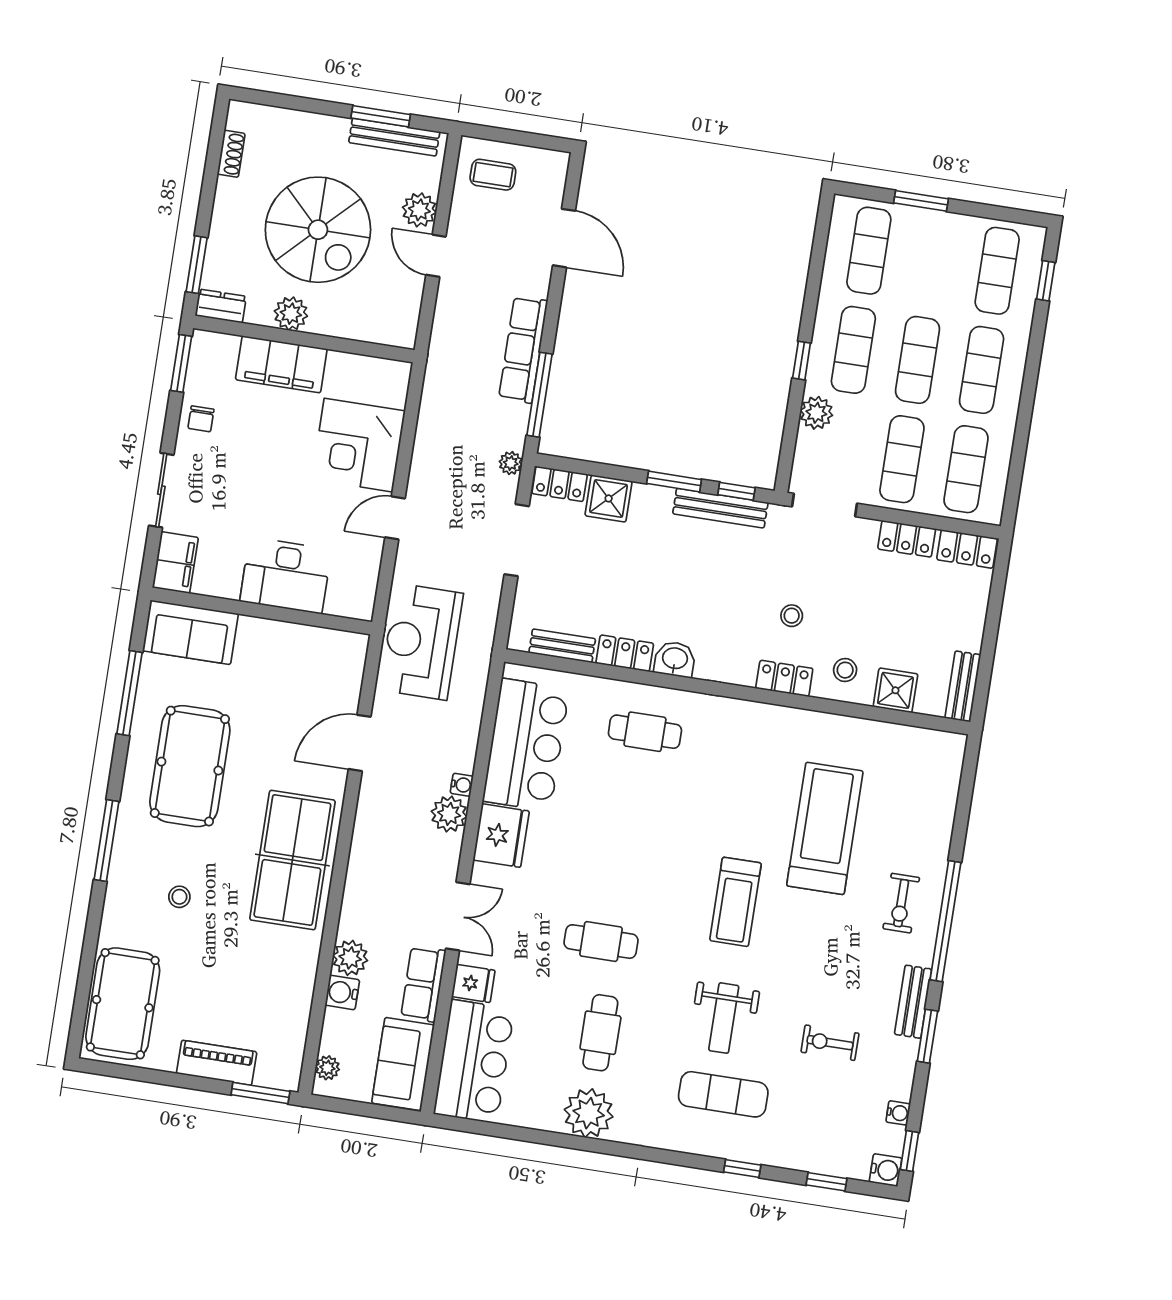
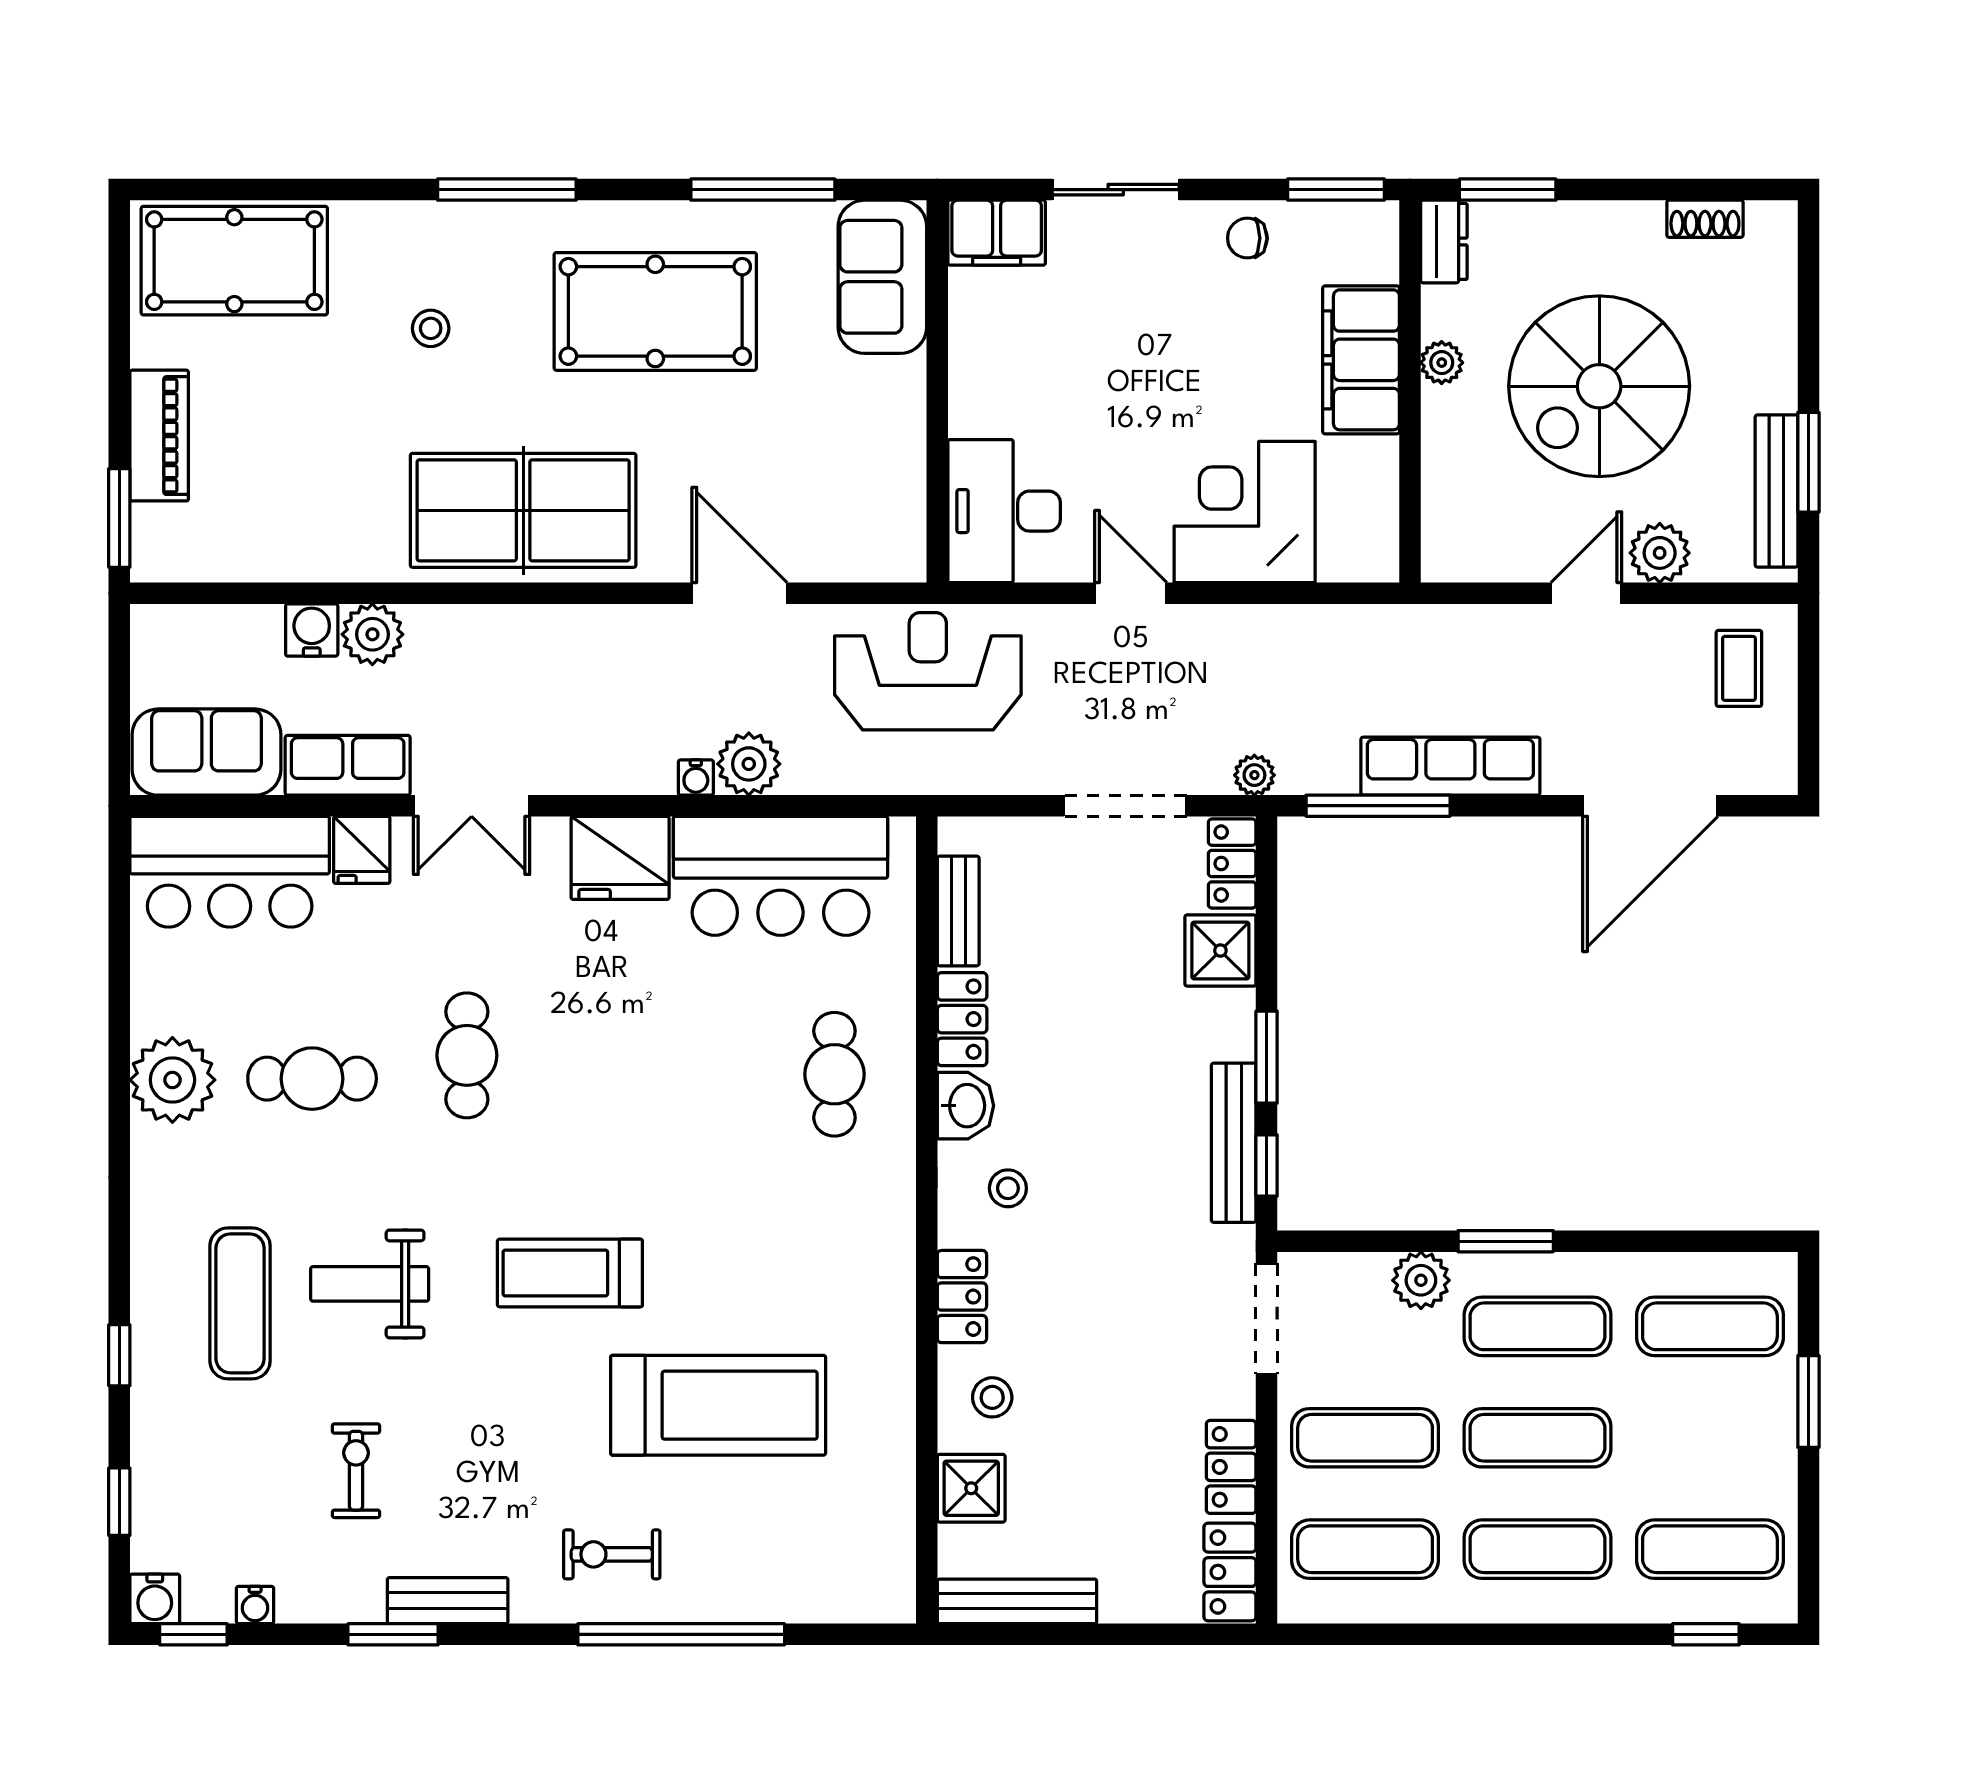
door: (564, 238) -> (1650, 806), width x1.36
plant: (291, 314) -> (1442, 363), width x0.73, depth x0.73
window: (802, 361) -> (1506, 1241), width x1.50
desk: (286, 575) -> (1004, 511), moved
stool: (792, 616) -> (1008, 1188), moved
bench: (963, 686) -> (1017, 1601), width x1.36
plant: (449, 814) -> (749, 764), moved
window: (945, 921) -> (681, 1634), moved
plant: (327, 1068) -> (180, 625), removed

